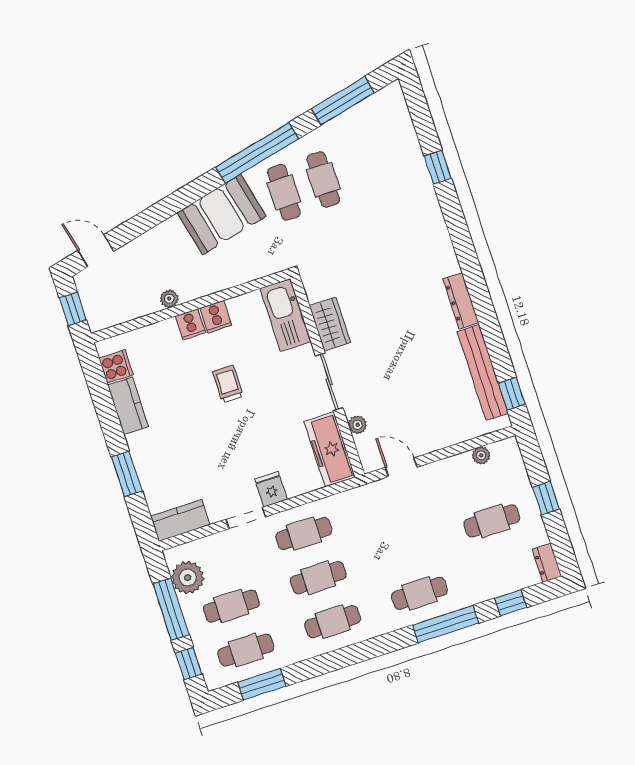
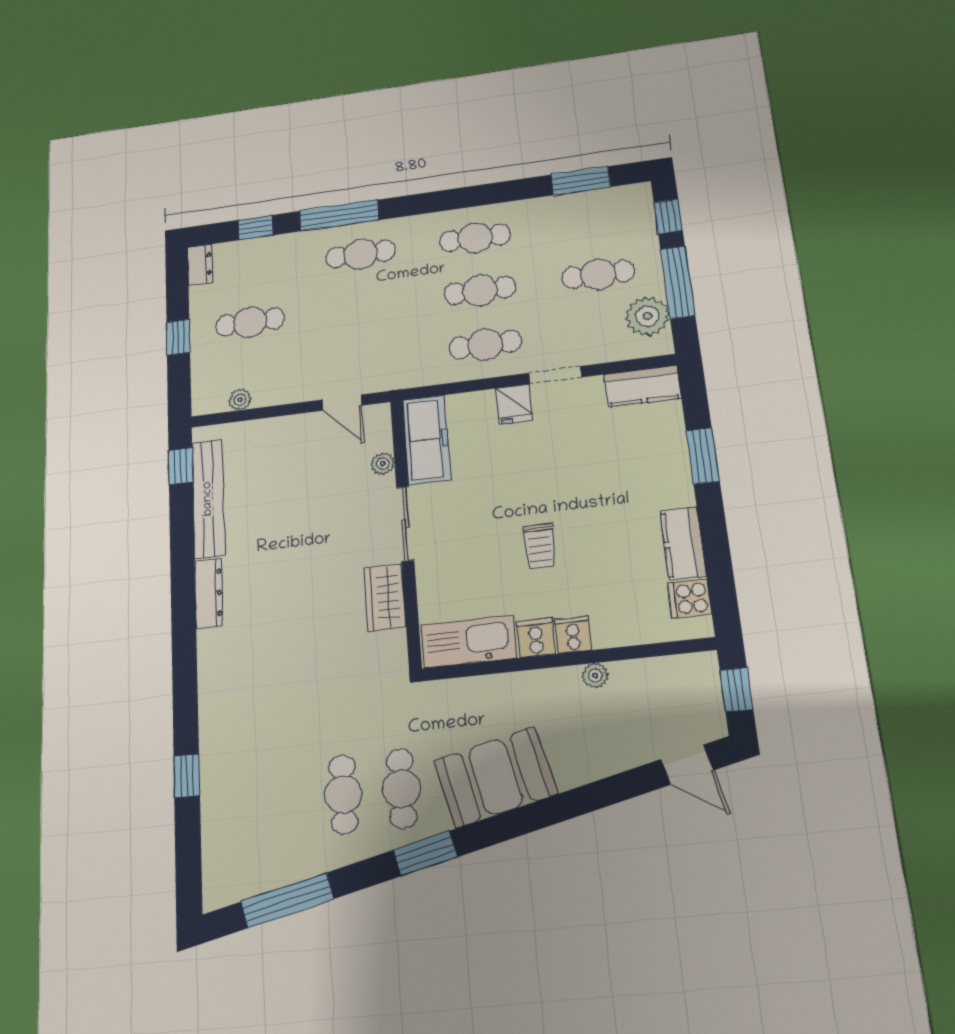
window: (257, 153) -> (425, 853), width x0.47
kitchen sink: (286, 315) -> (469, 641), moved, turned -90
cafe table: (246, 650) -> (592, 221), removed

